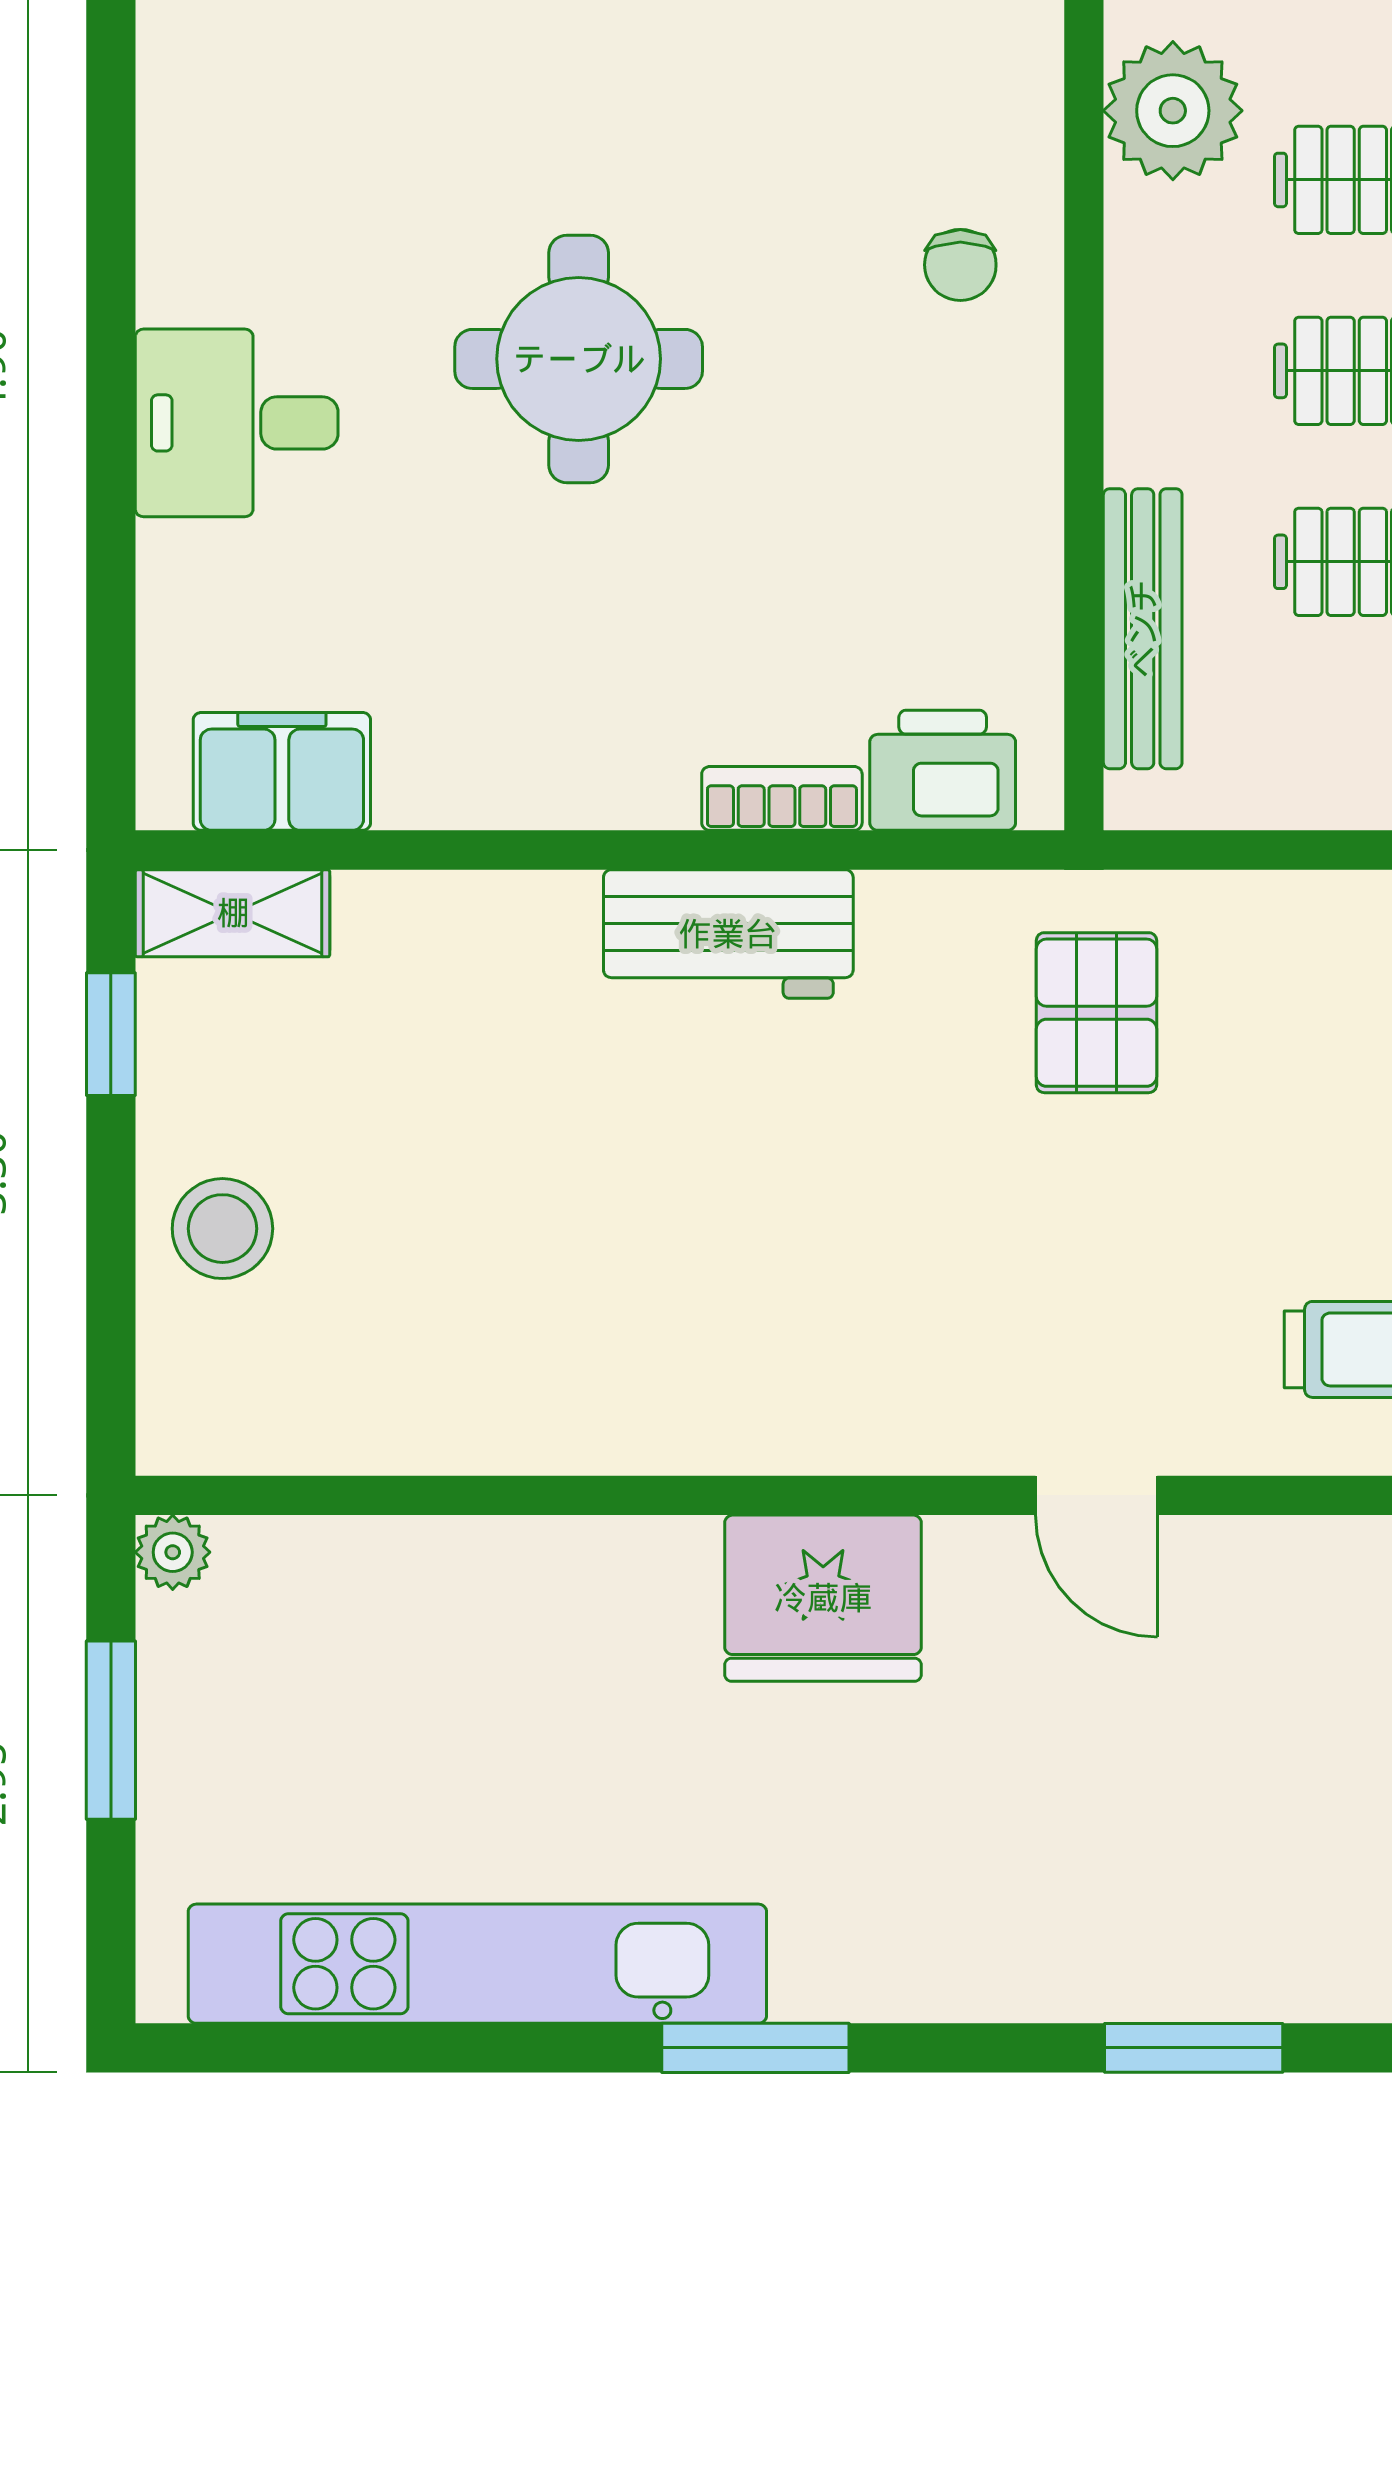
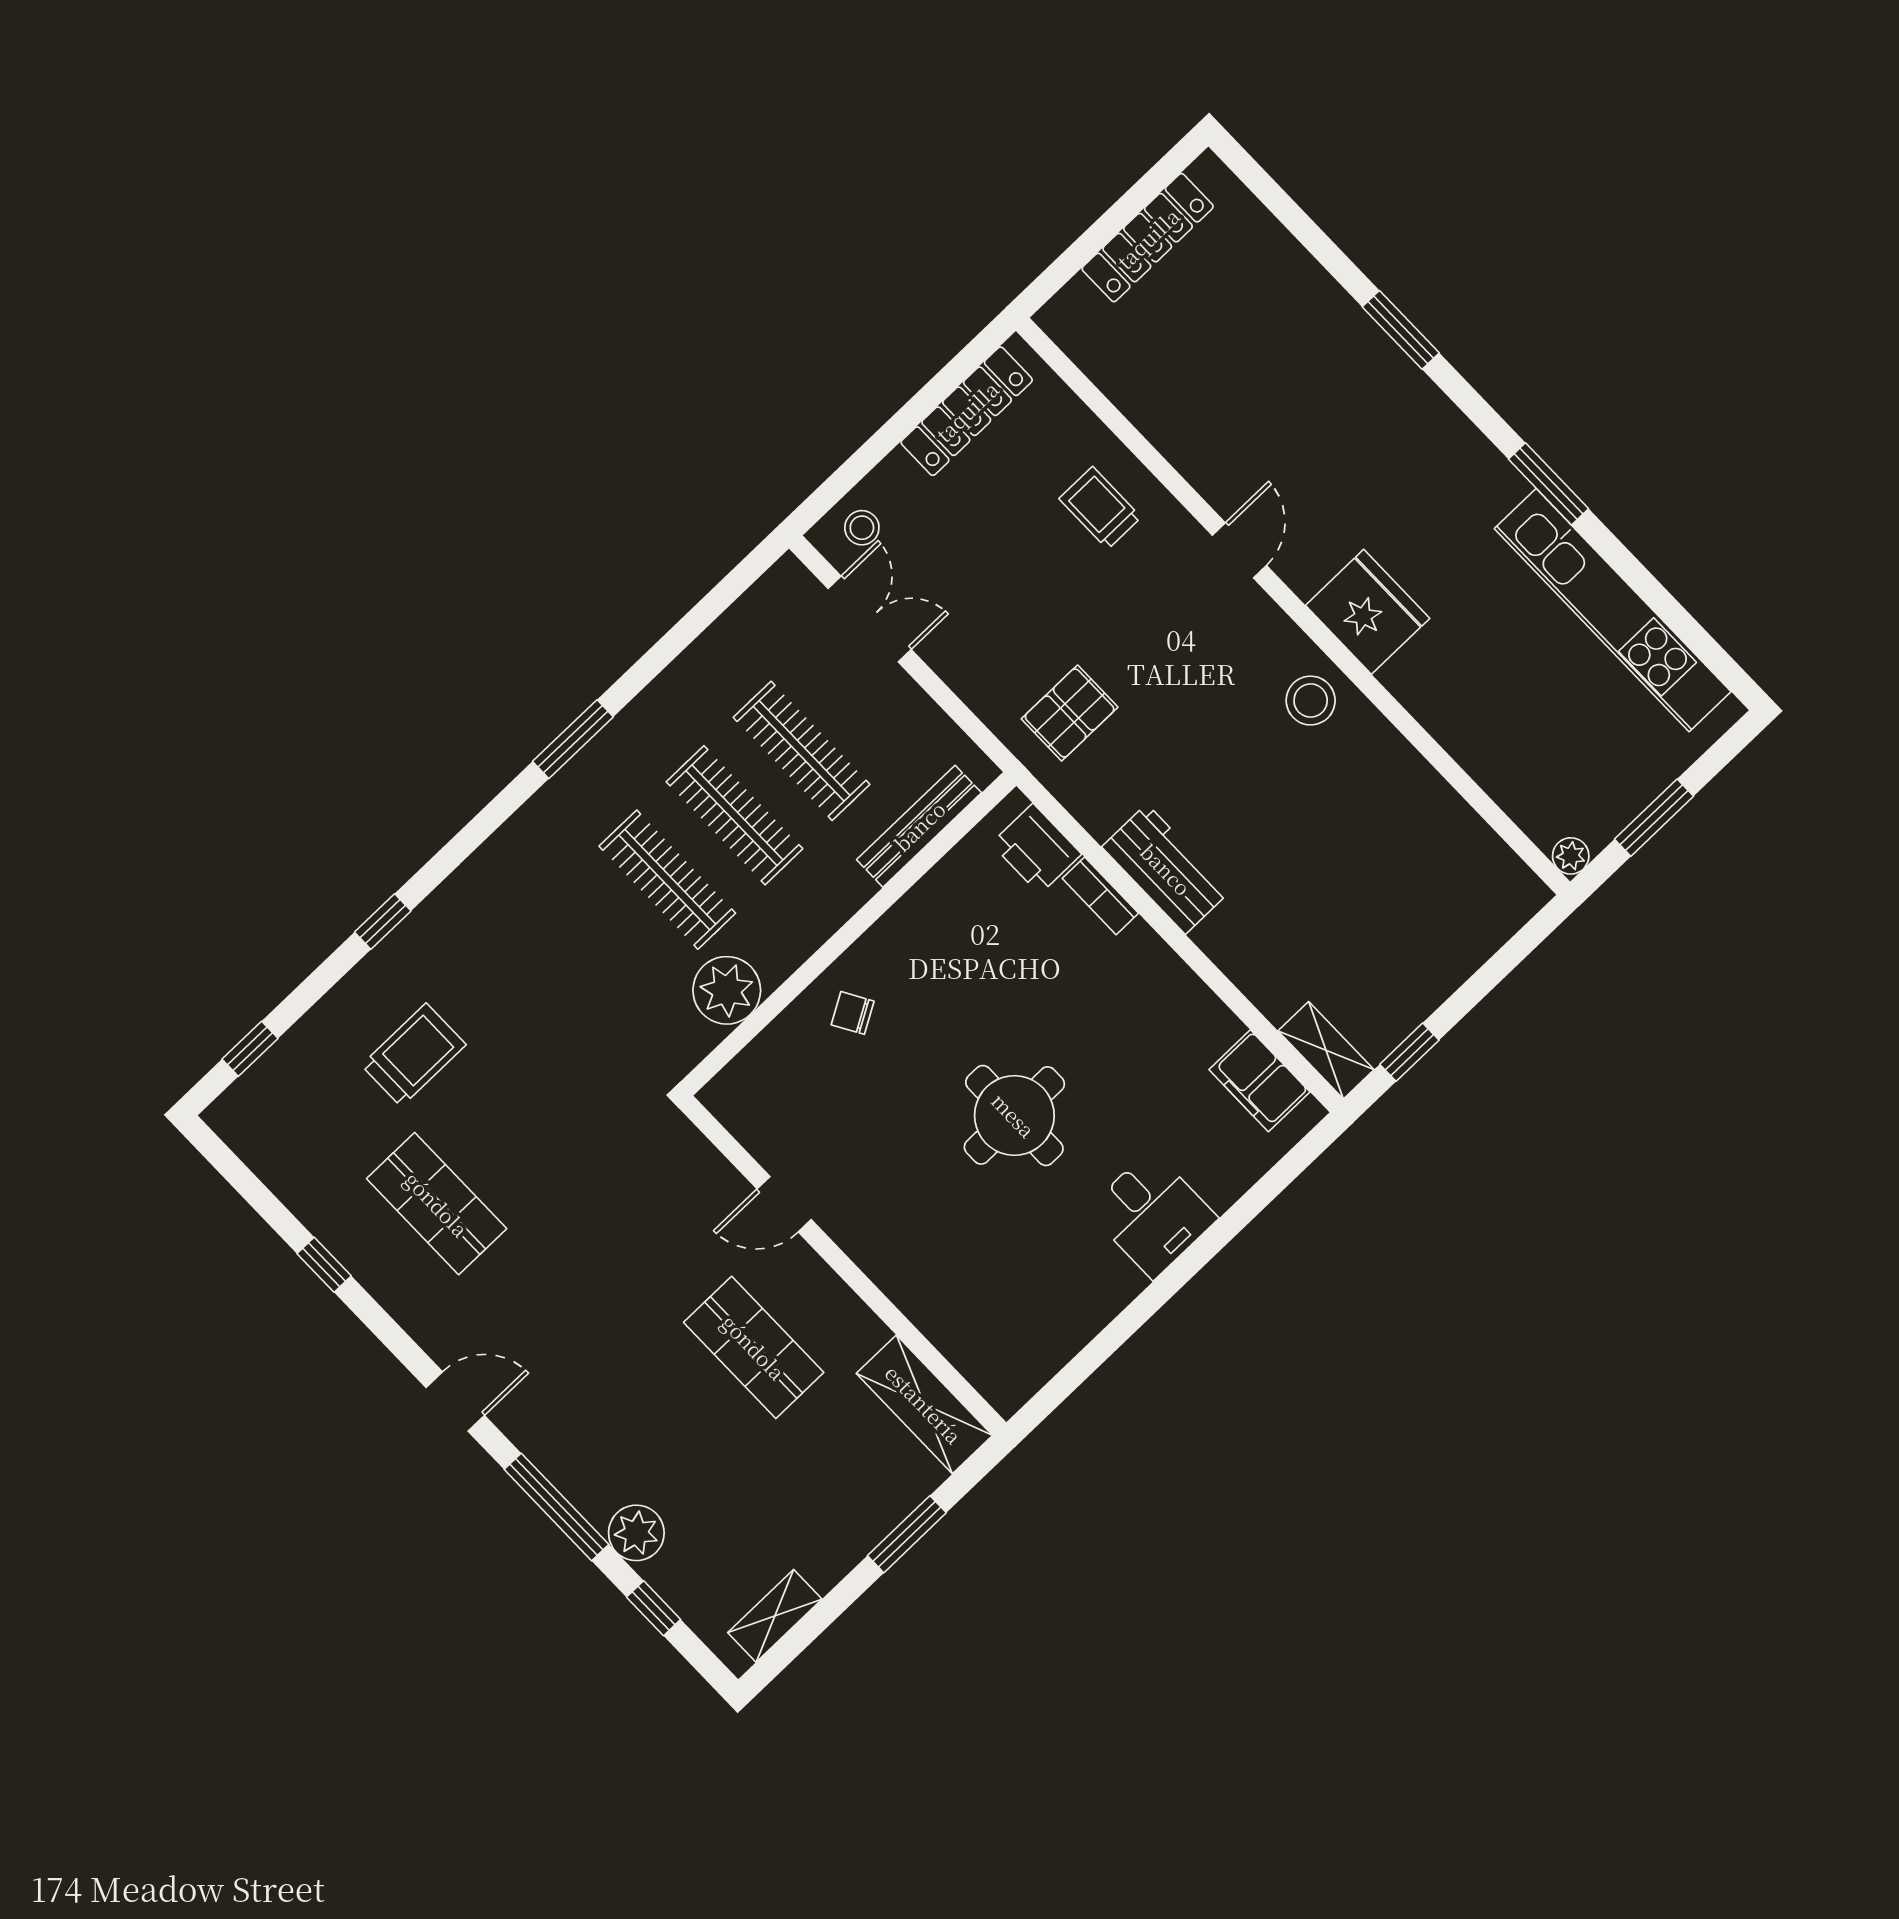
chair: (960, 265) -> (853, 1013), turned -120
stool: (222, 1229) -> (1311, 701), moved

